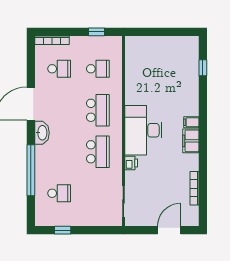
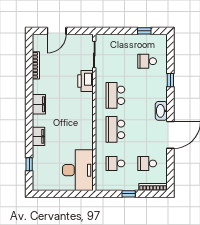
window: (96, 32) -> (129, 194), moved
filing cabinet: (191, 122) -> (38, 136), moved, width x2.00
desk: (143, 130) -> (78, 170), moved
printer: (131, 163) -> (86, 81), width x1.87, depth x1.48
window: (31, 170) -> (170, 80), width x0.32

